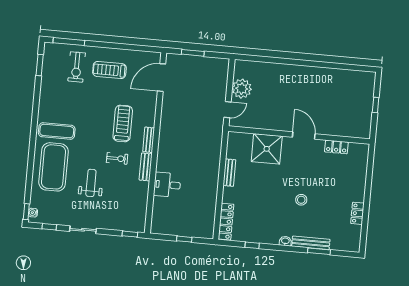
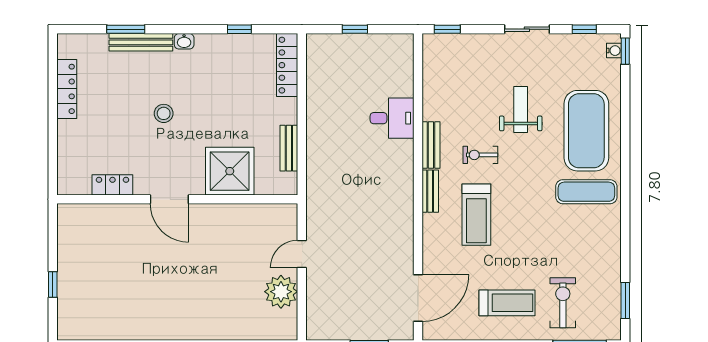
wall: (299, 135) -> (177, 199), moved
door: (304, 135) -> (169, 199), moved
locker: (336, 147) -> (112, 185), moved
shower: (267, 149) -> (230, 171), moved
weight bench: (91, 183) -> (521, 109), turned 180
locker: (357, 213) -> (67, 89), width x1.53

